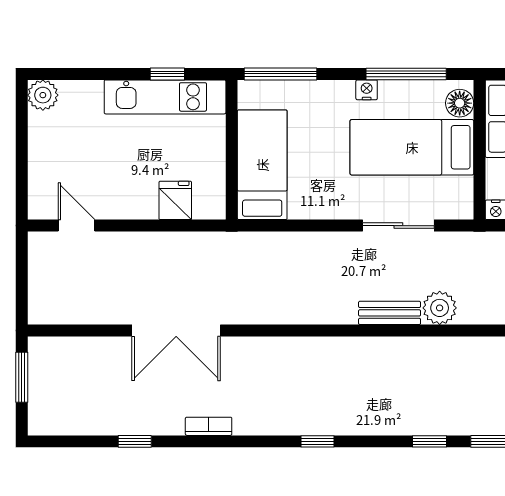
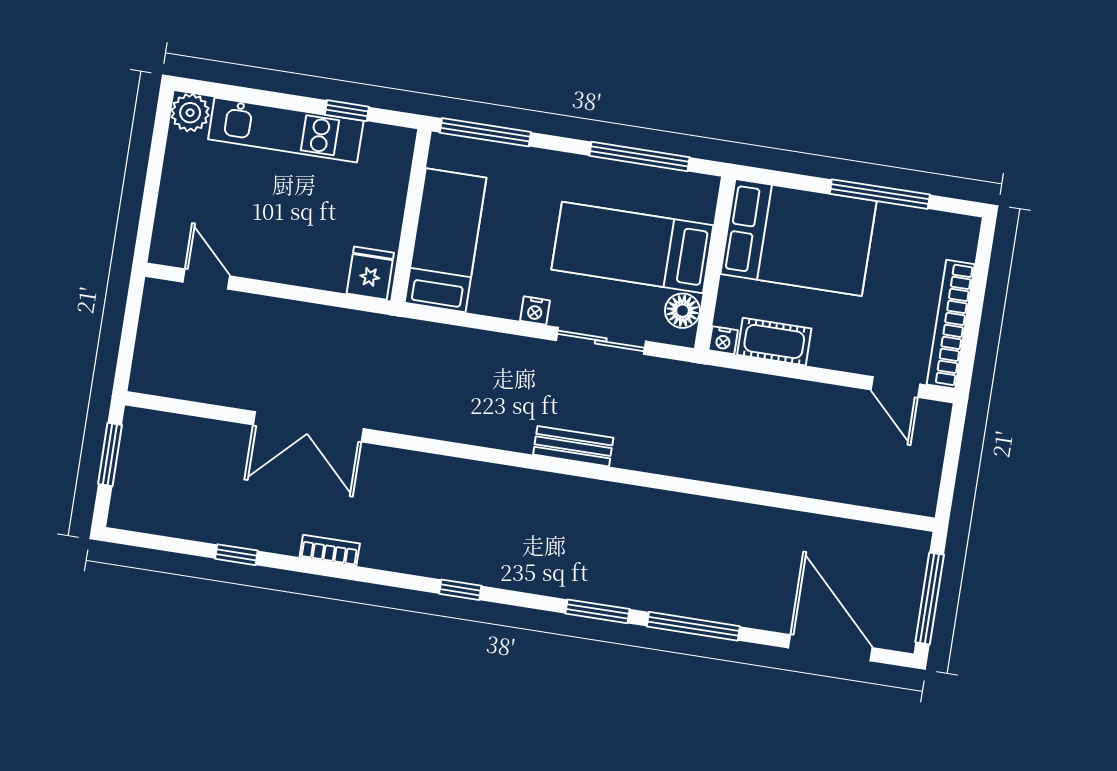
nightstand: (367, 90) -> (535, 311), moved, turned 180
kitchen unit: (165, 97) -> (286, 130), moved
floor lamp: (460, 103) -> (682, 311), moved
fridge: (175, 200) -> (370, 273), moved
plant: (440, 308) -> (635, 450), removed
window: (430, 441) -> (598, 611), width x1.50

